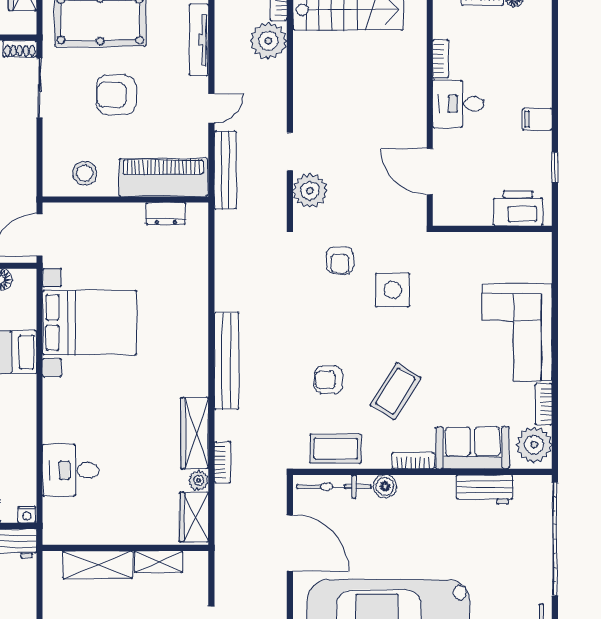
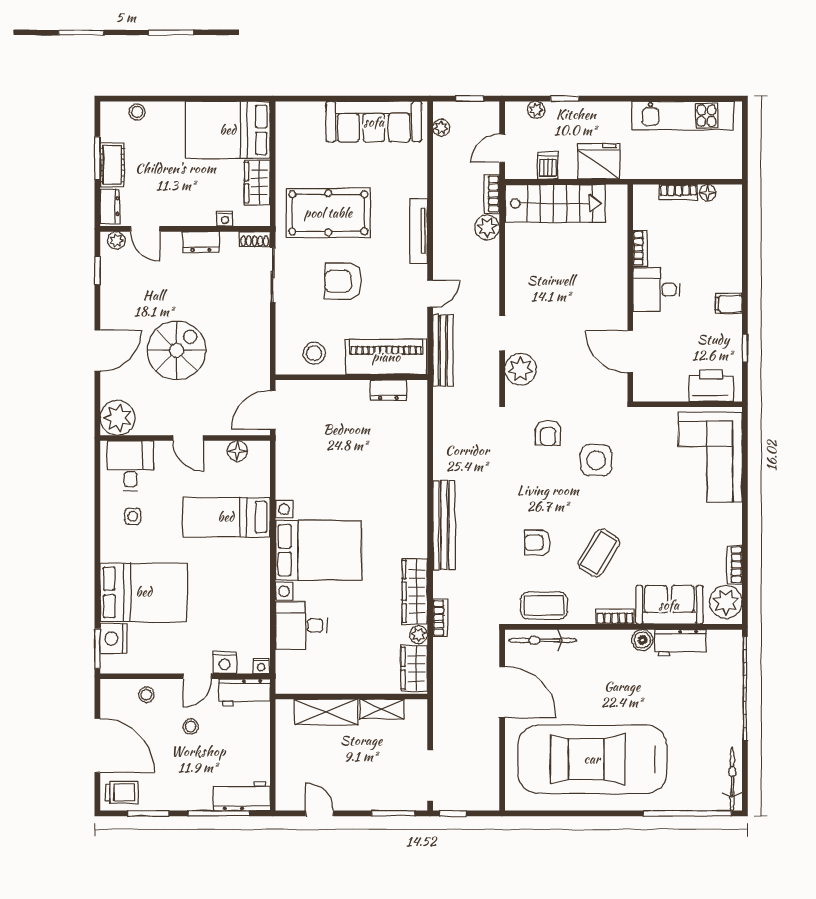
plant: (269, 41) -> (487, 227), width x0.73, depth x0.73
bed with nightstands: (89, 323) -> (319, 550), moved
corner sofa: (517, 332) -> (710, 457), moved
boiler: (385, 486) -> (642, 640), moved

